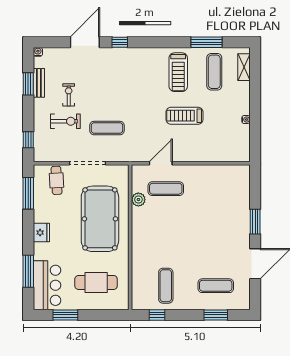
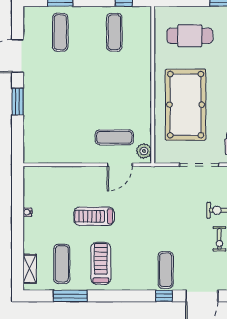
treadmill: (184, 116) -> (94, 216), turned 180
exercise mat: (107, 128) -> (166, 270), moved, turned 90
plant: (138, 200) -> (144, 151), moved
exercise mat: (216, 286) -> (60, 32), turned 90

